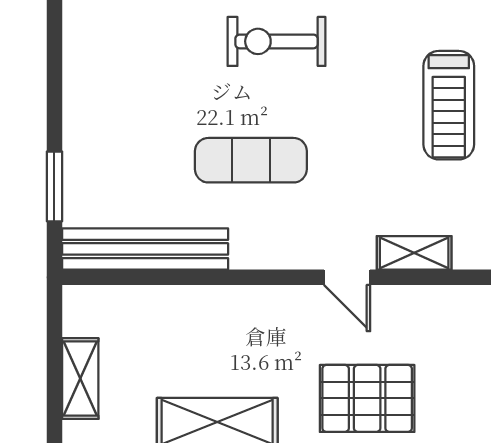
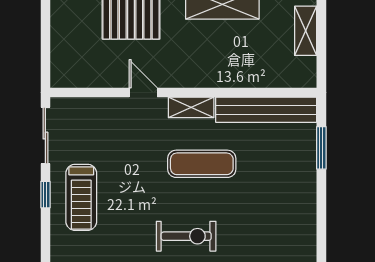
treadmill: (449, 105) -> (81, 197), turned 180
shelving: (414, 253) -> (191, 107), moved

